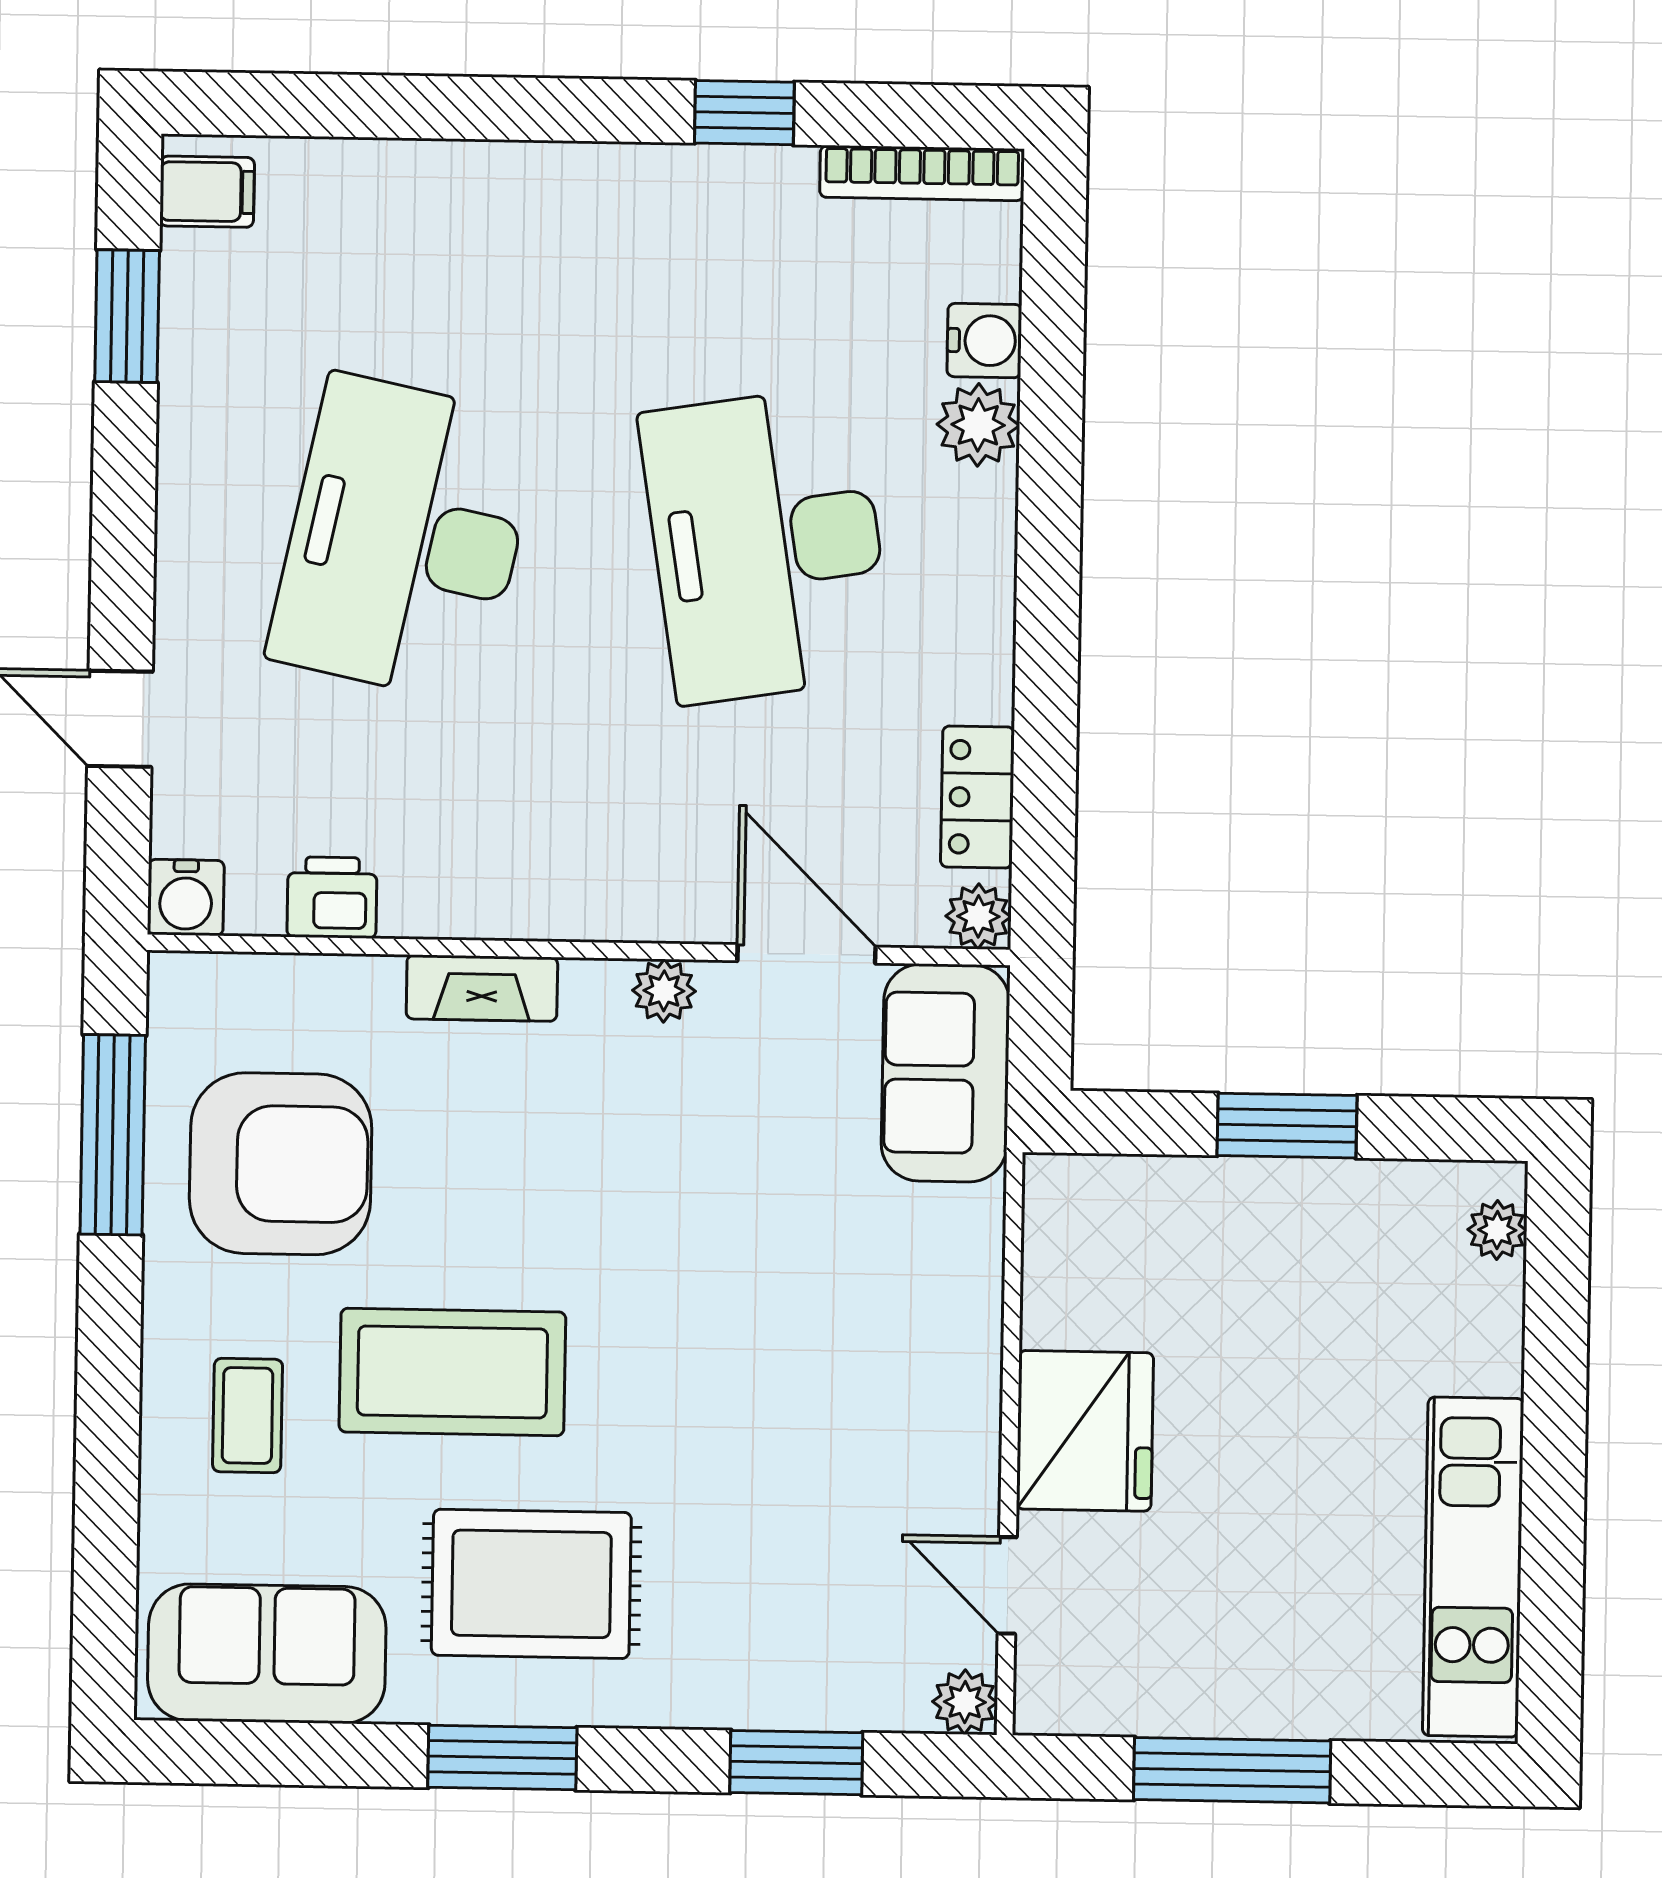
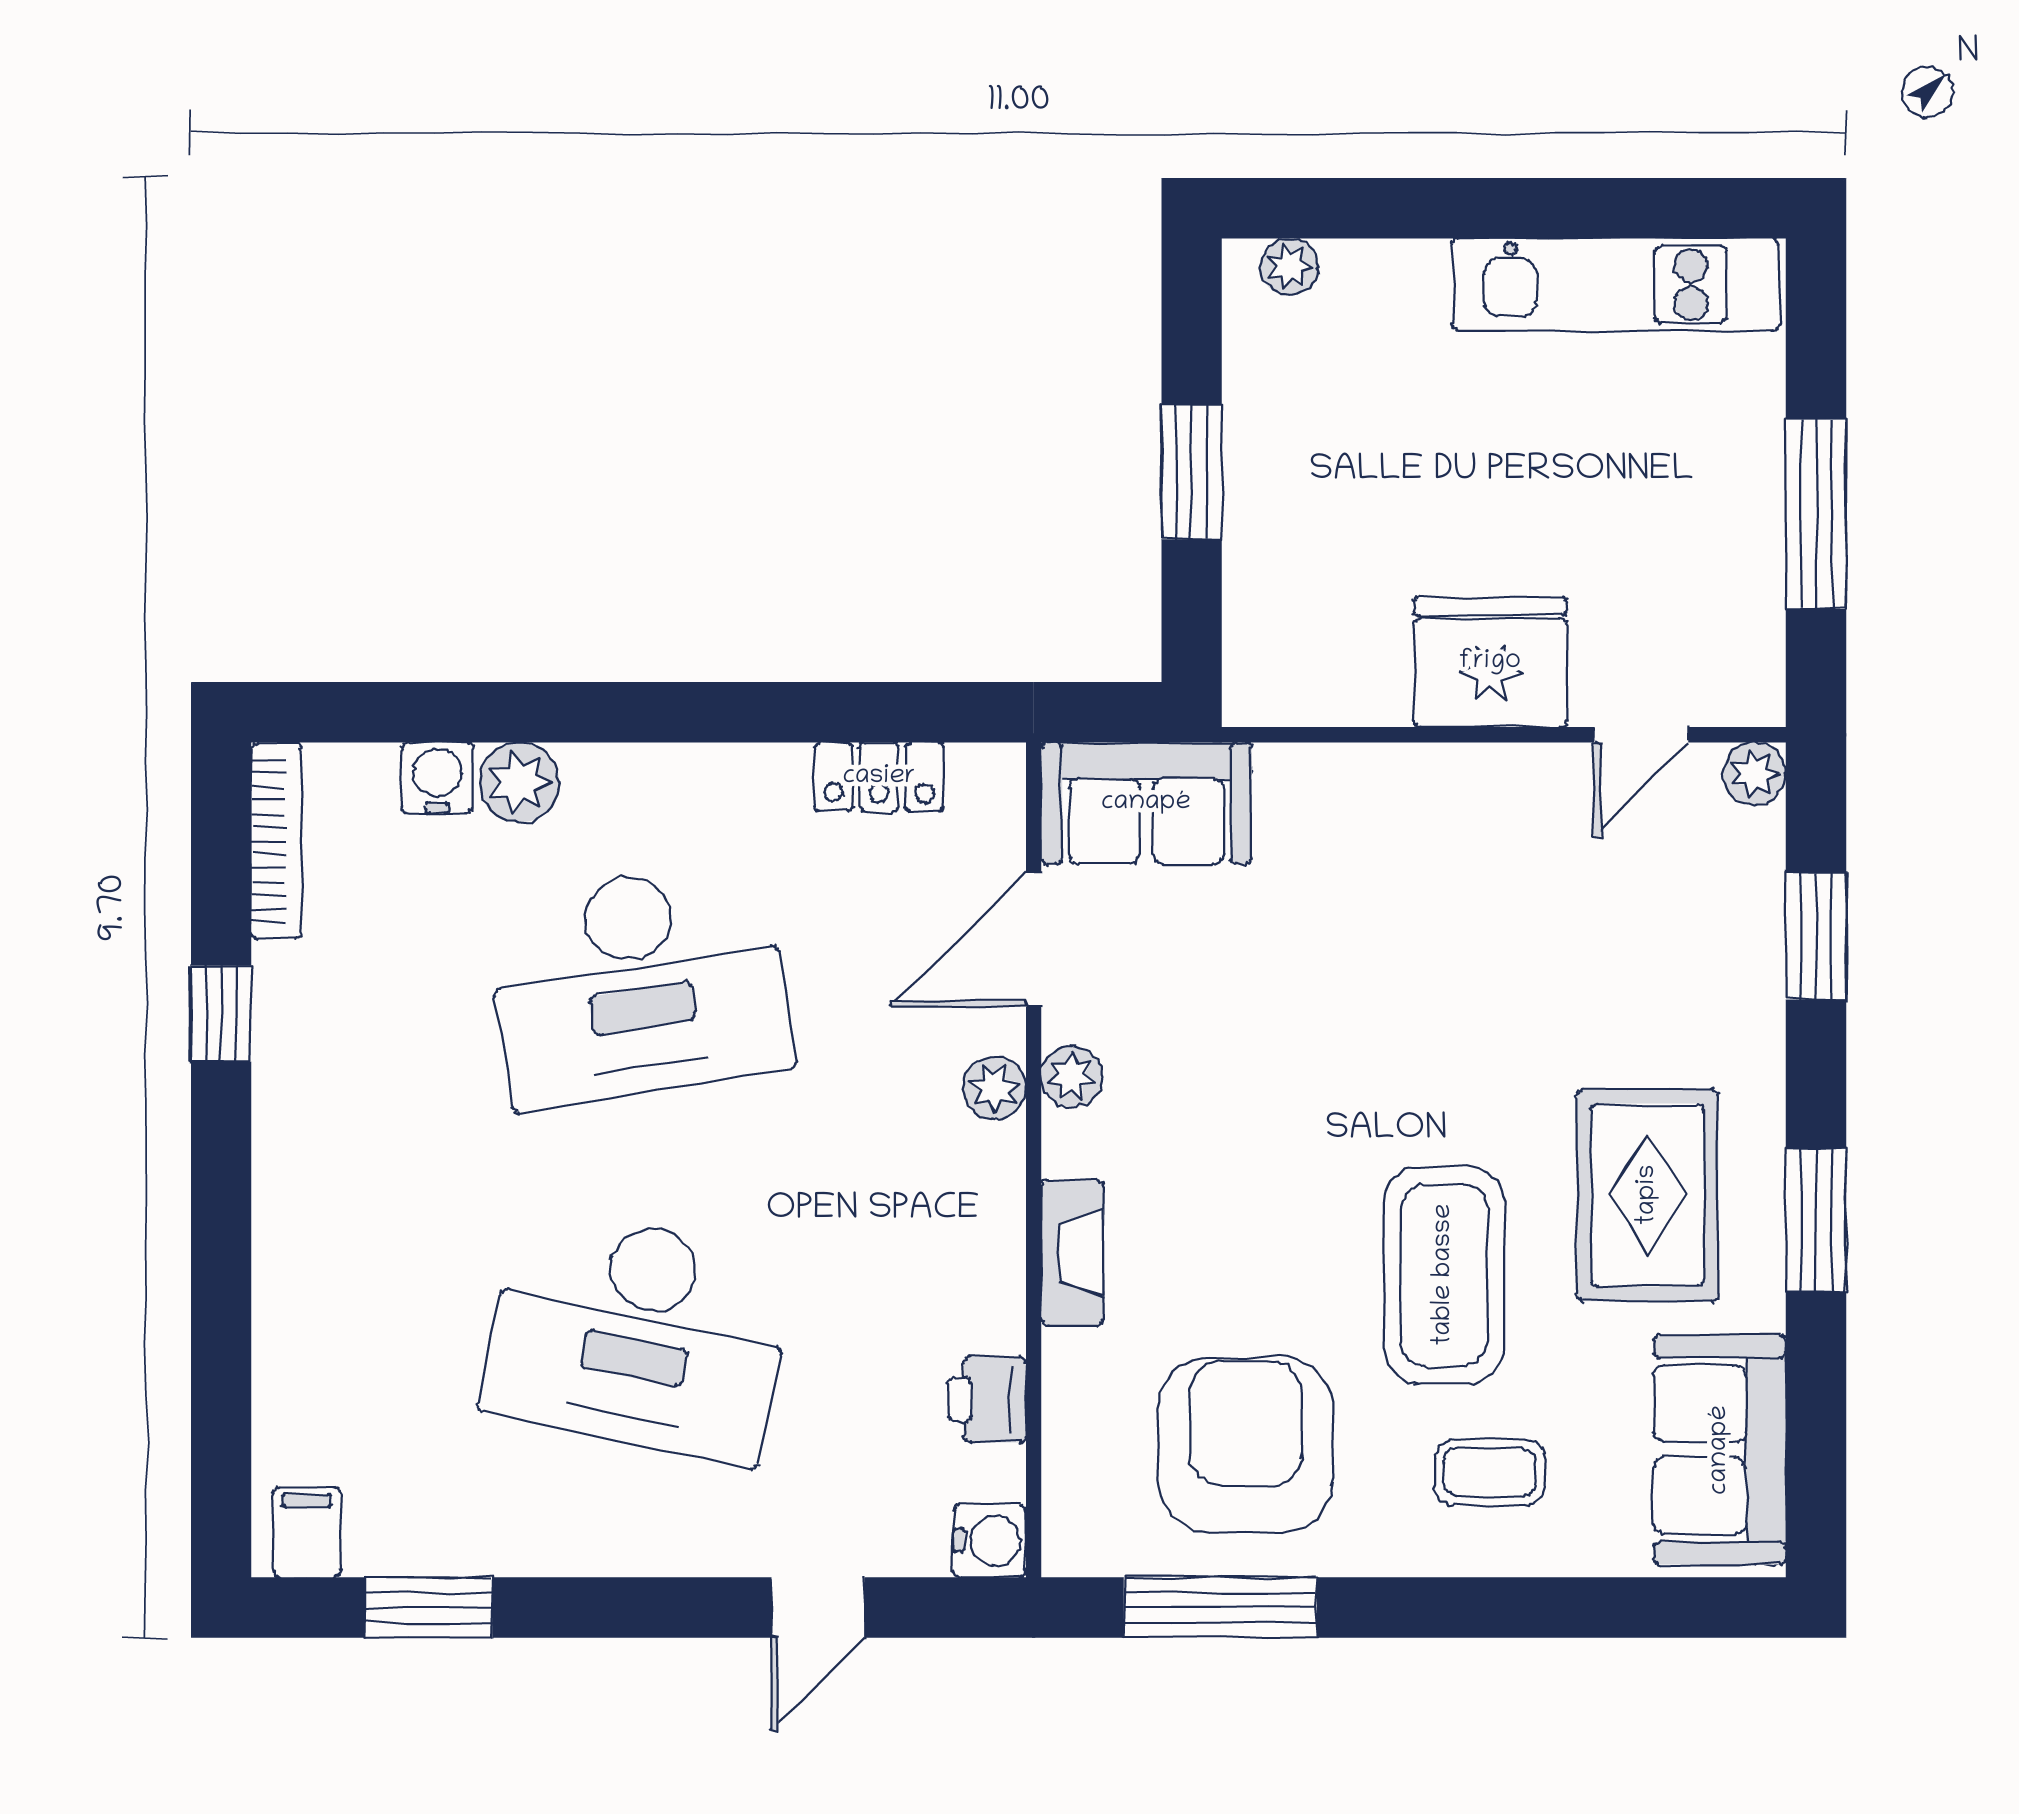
plant: (978, 916) -> (994, 1088), moved

